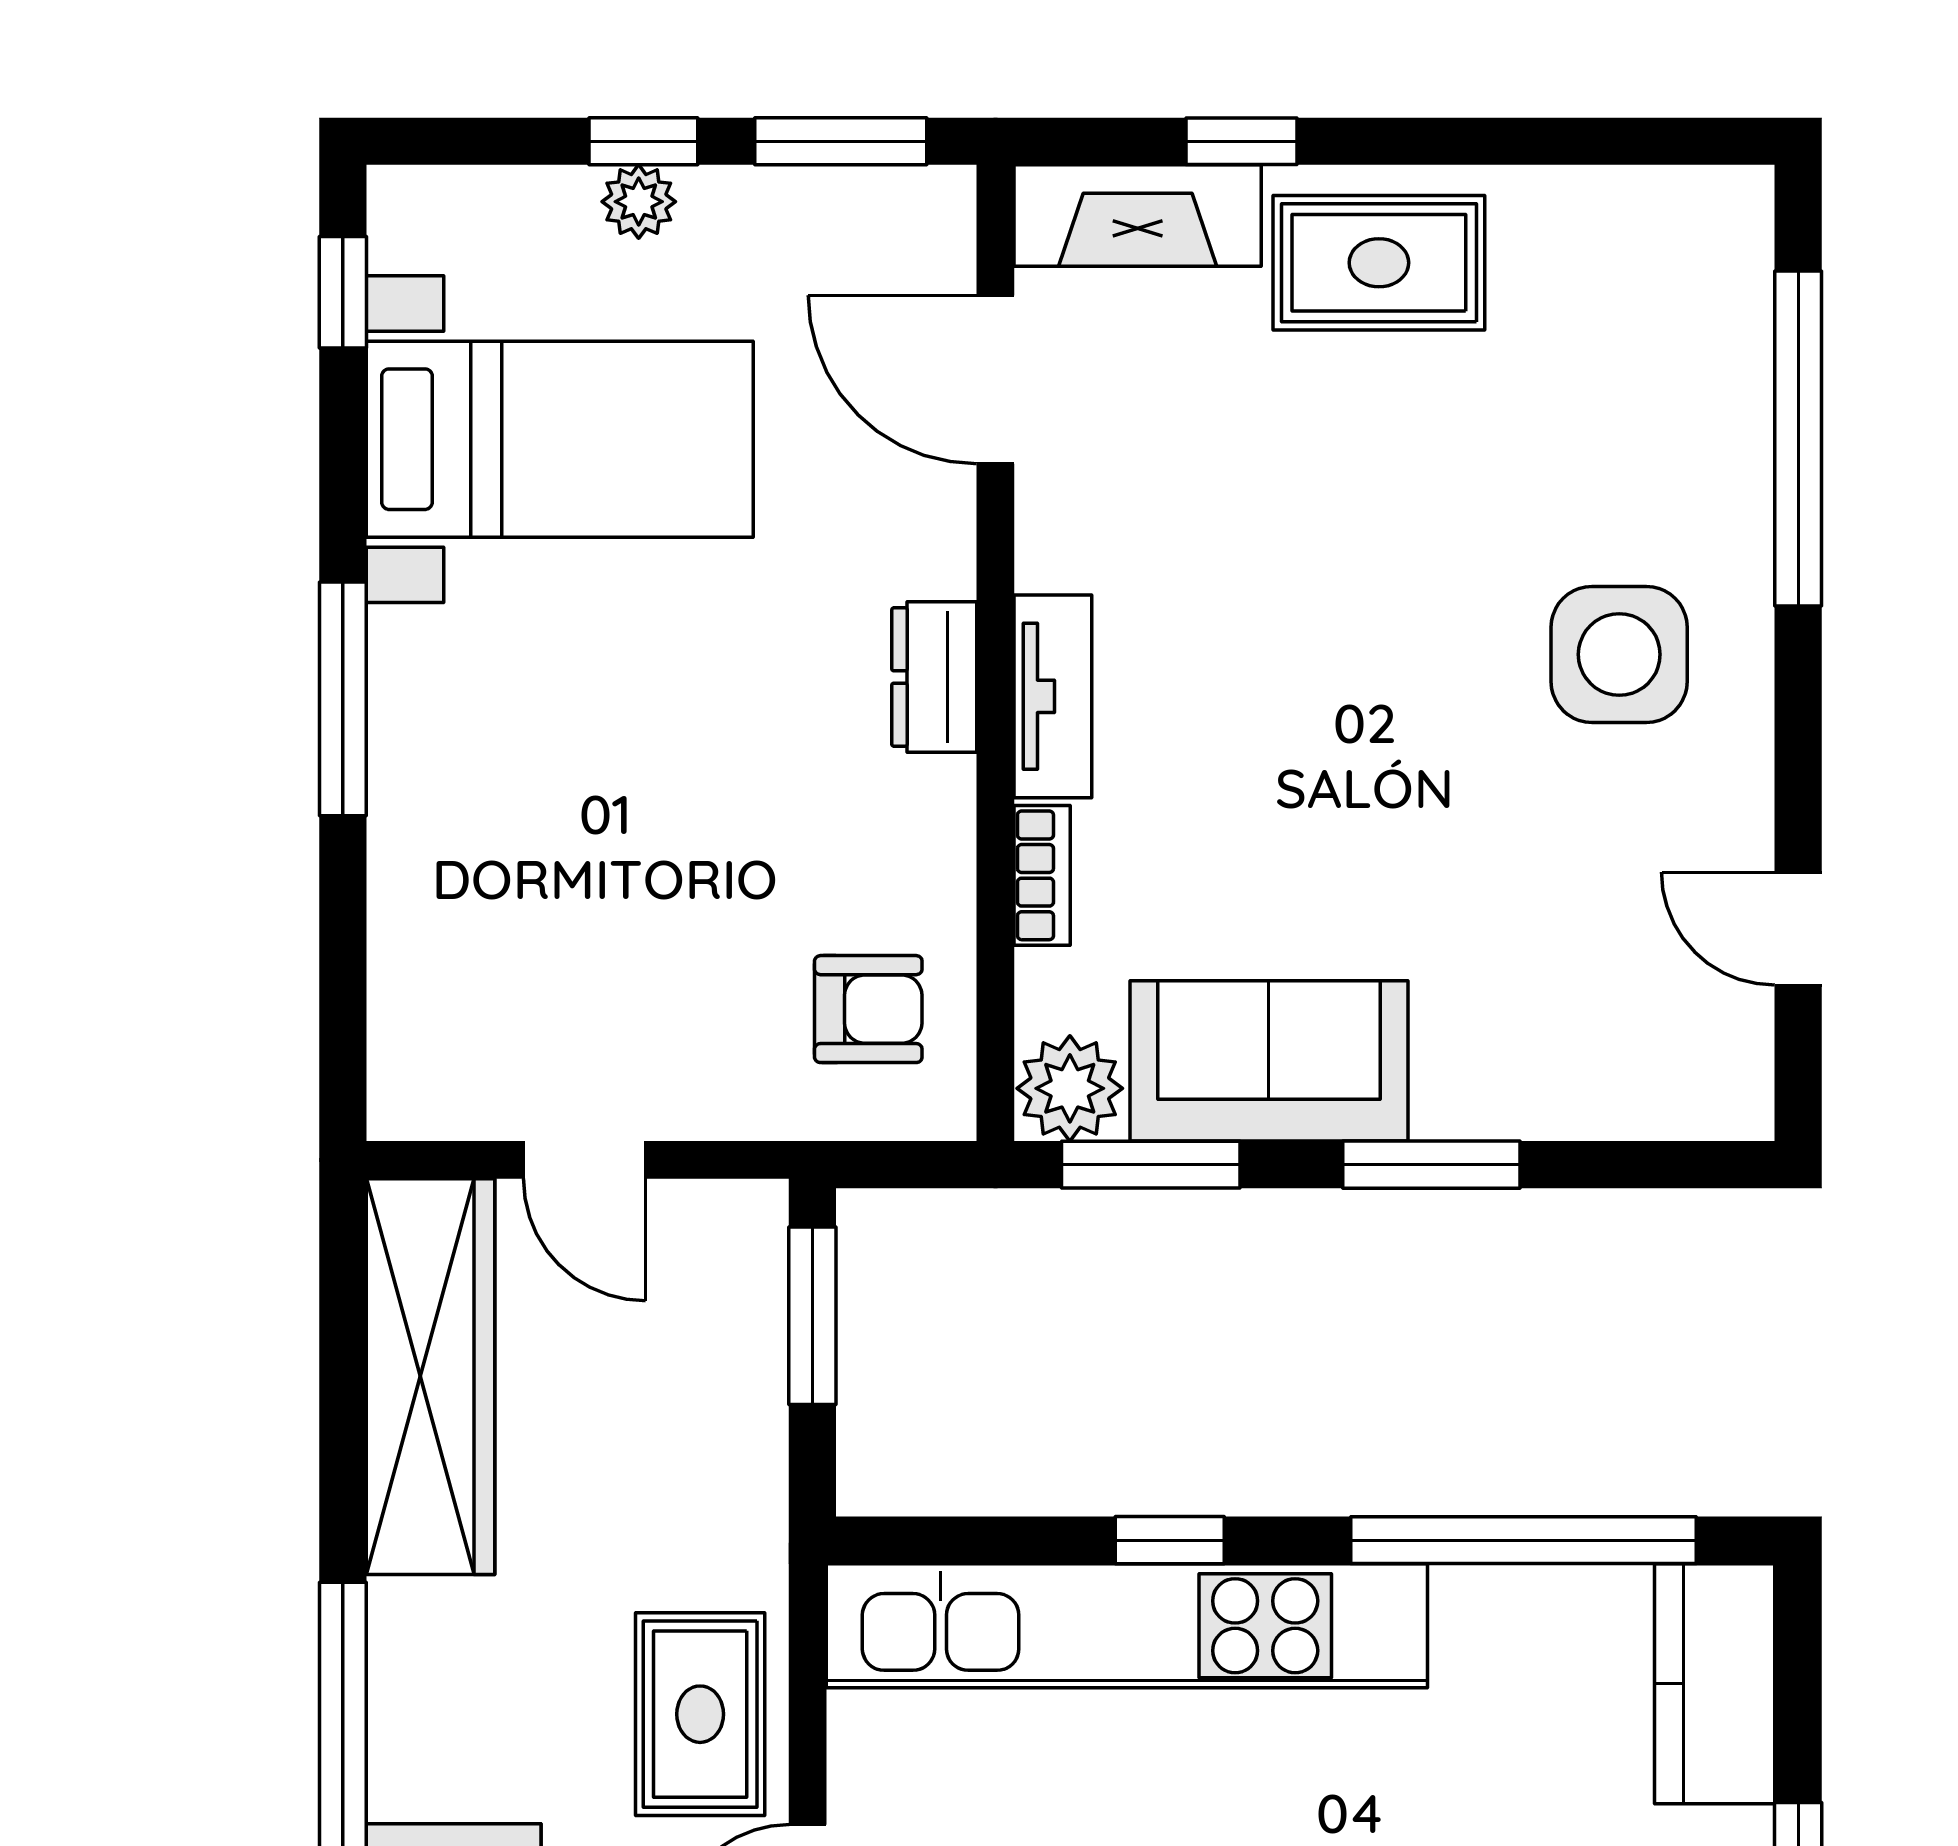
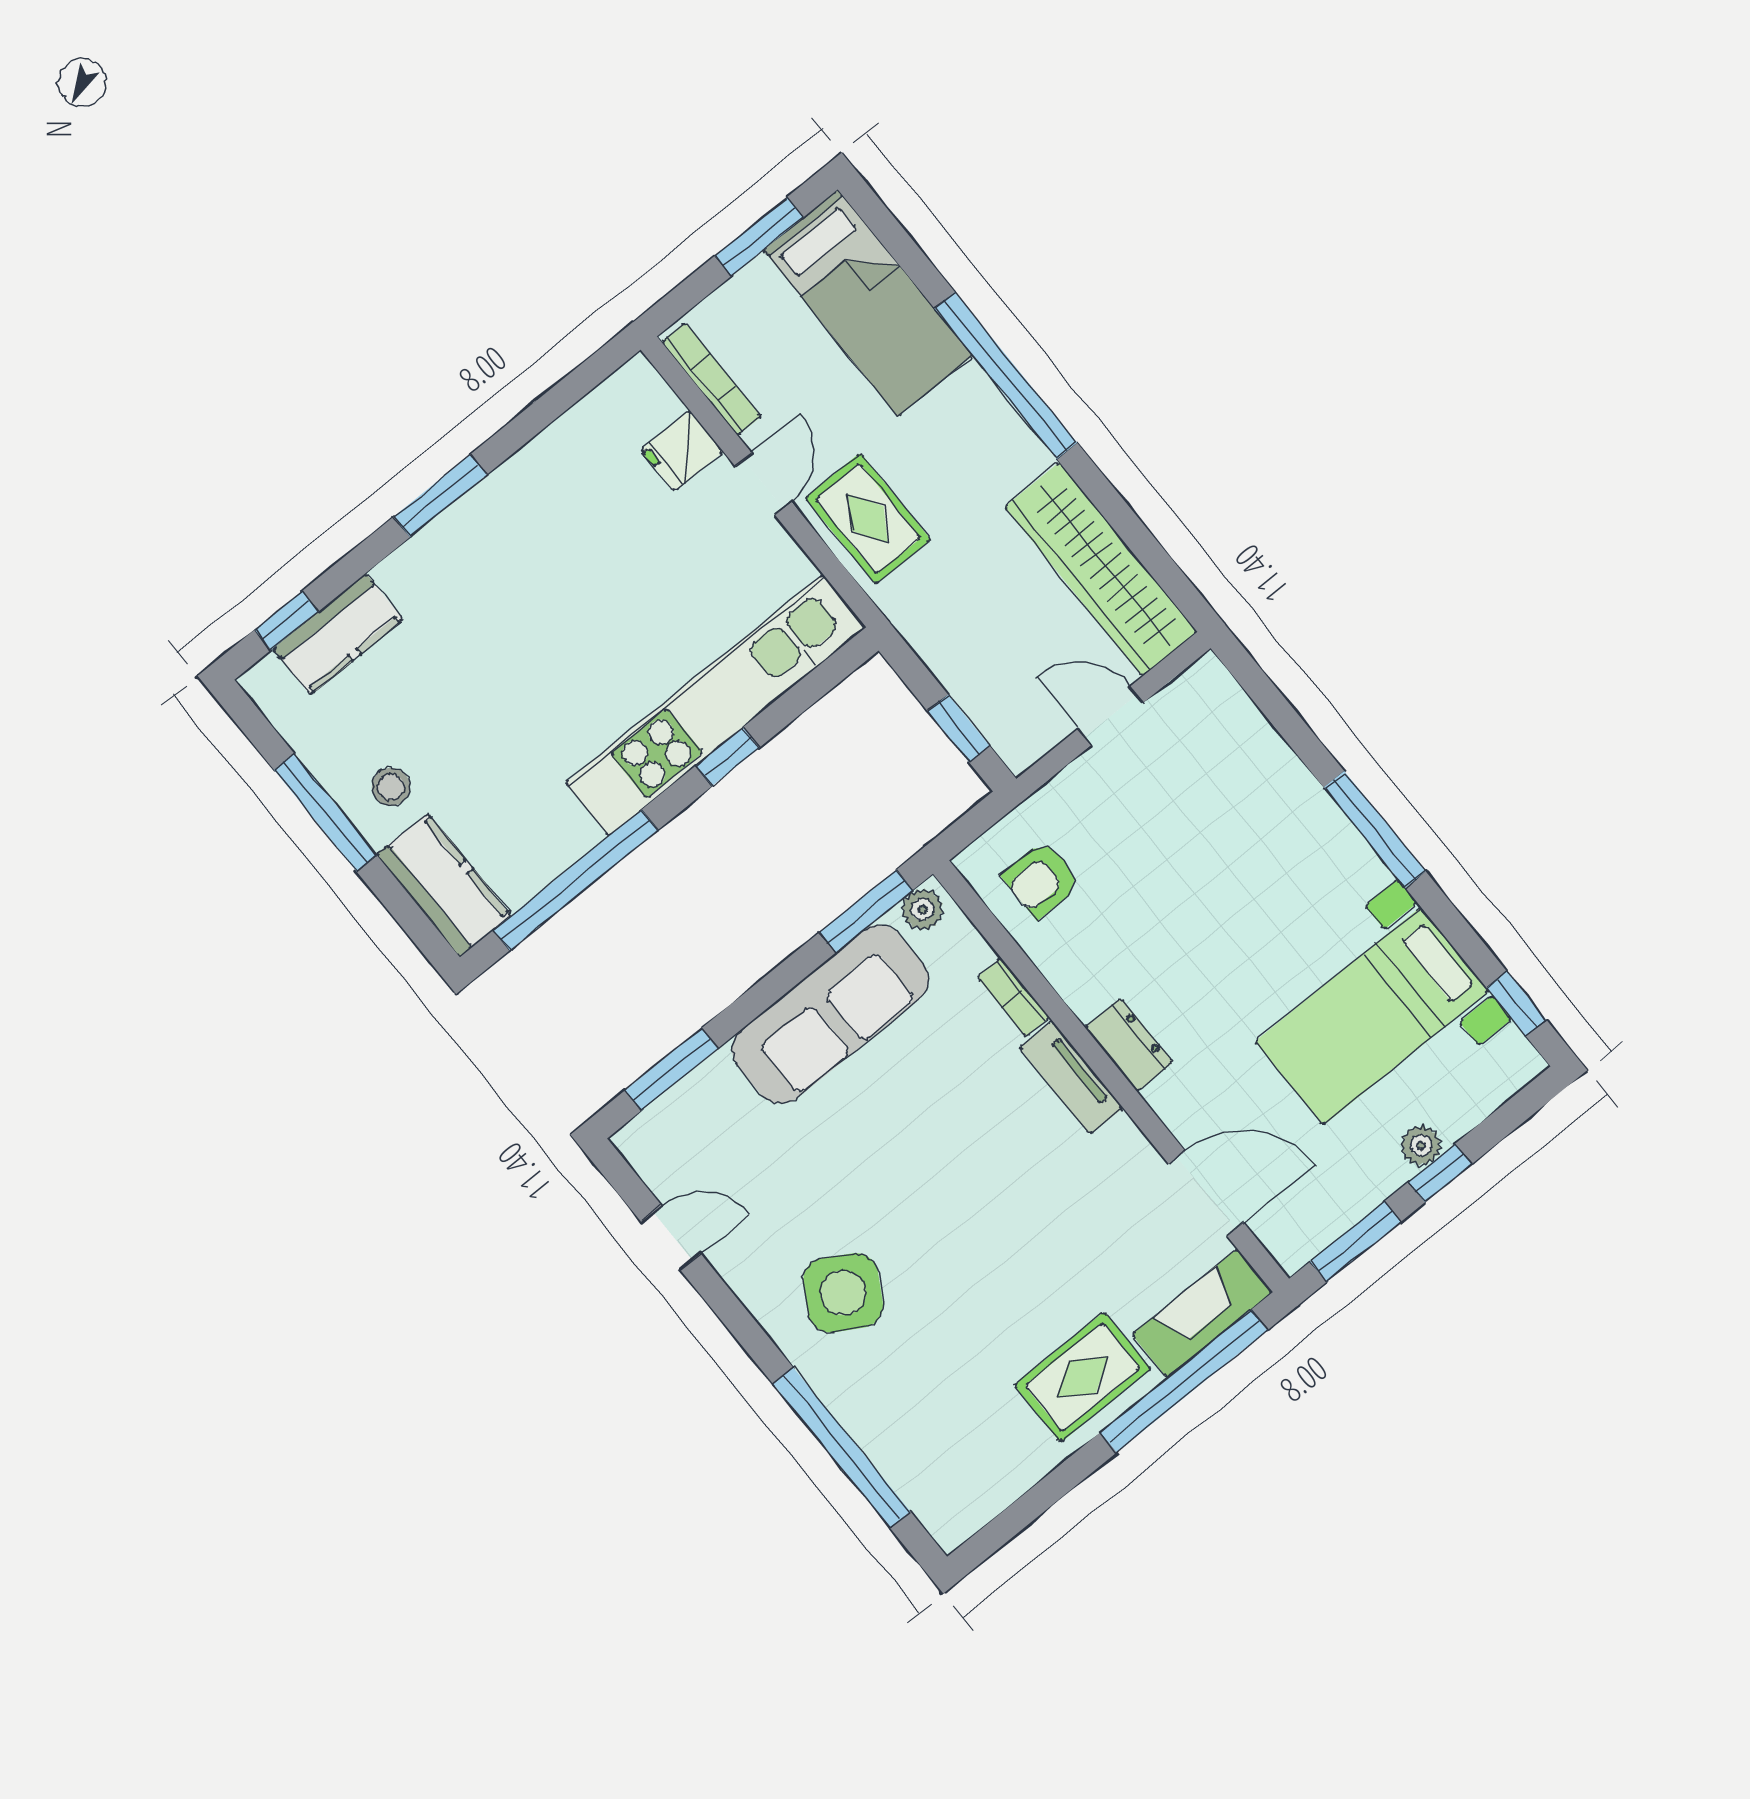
window: (1241, 141) -> (1184, 1381), width x3.17
side table: (1619, 654) -> (843, 1293), turned 30
sofa: (1269, 1061) -> (830, 1014), width x1.36
plant: (1070, 1088) -> (922, 909), width x0.73, depth x0.73
window: (1431, 1165) -> (671, 1070), moved
window: (812, 1316) -> (959, 729), width x0.67

